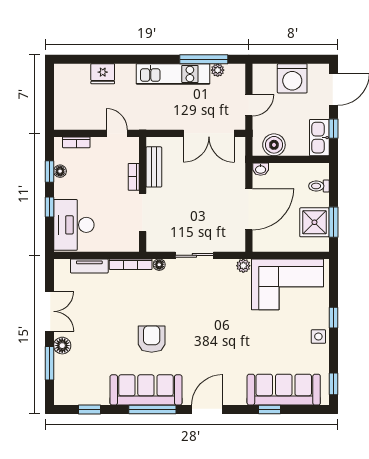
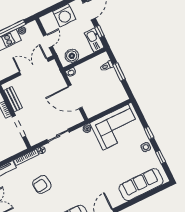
double door: (209, 133) -> (34, 67), swing flipped
door: (249, 209) -> (75, 97), swing flipped
shower: (314, 222) -> (114, 87), removed
window: (333, 222) -> (119, 72), moved
armchair: (152, 339) -> (42, 184), moved, turned -97
window: (333, 384) -> (161, 157), moved
window: (269, 409) -> (139, 199), removed

